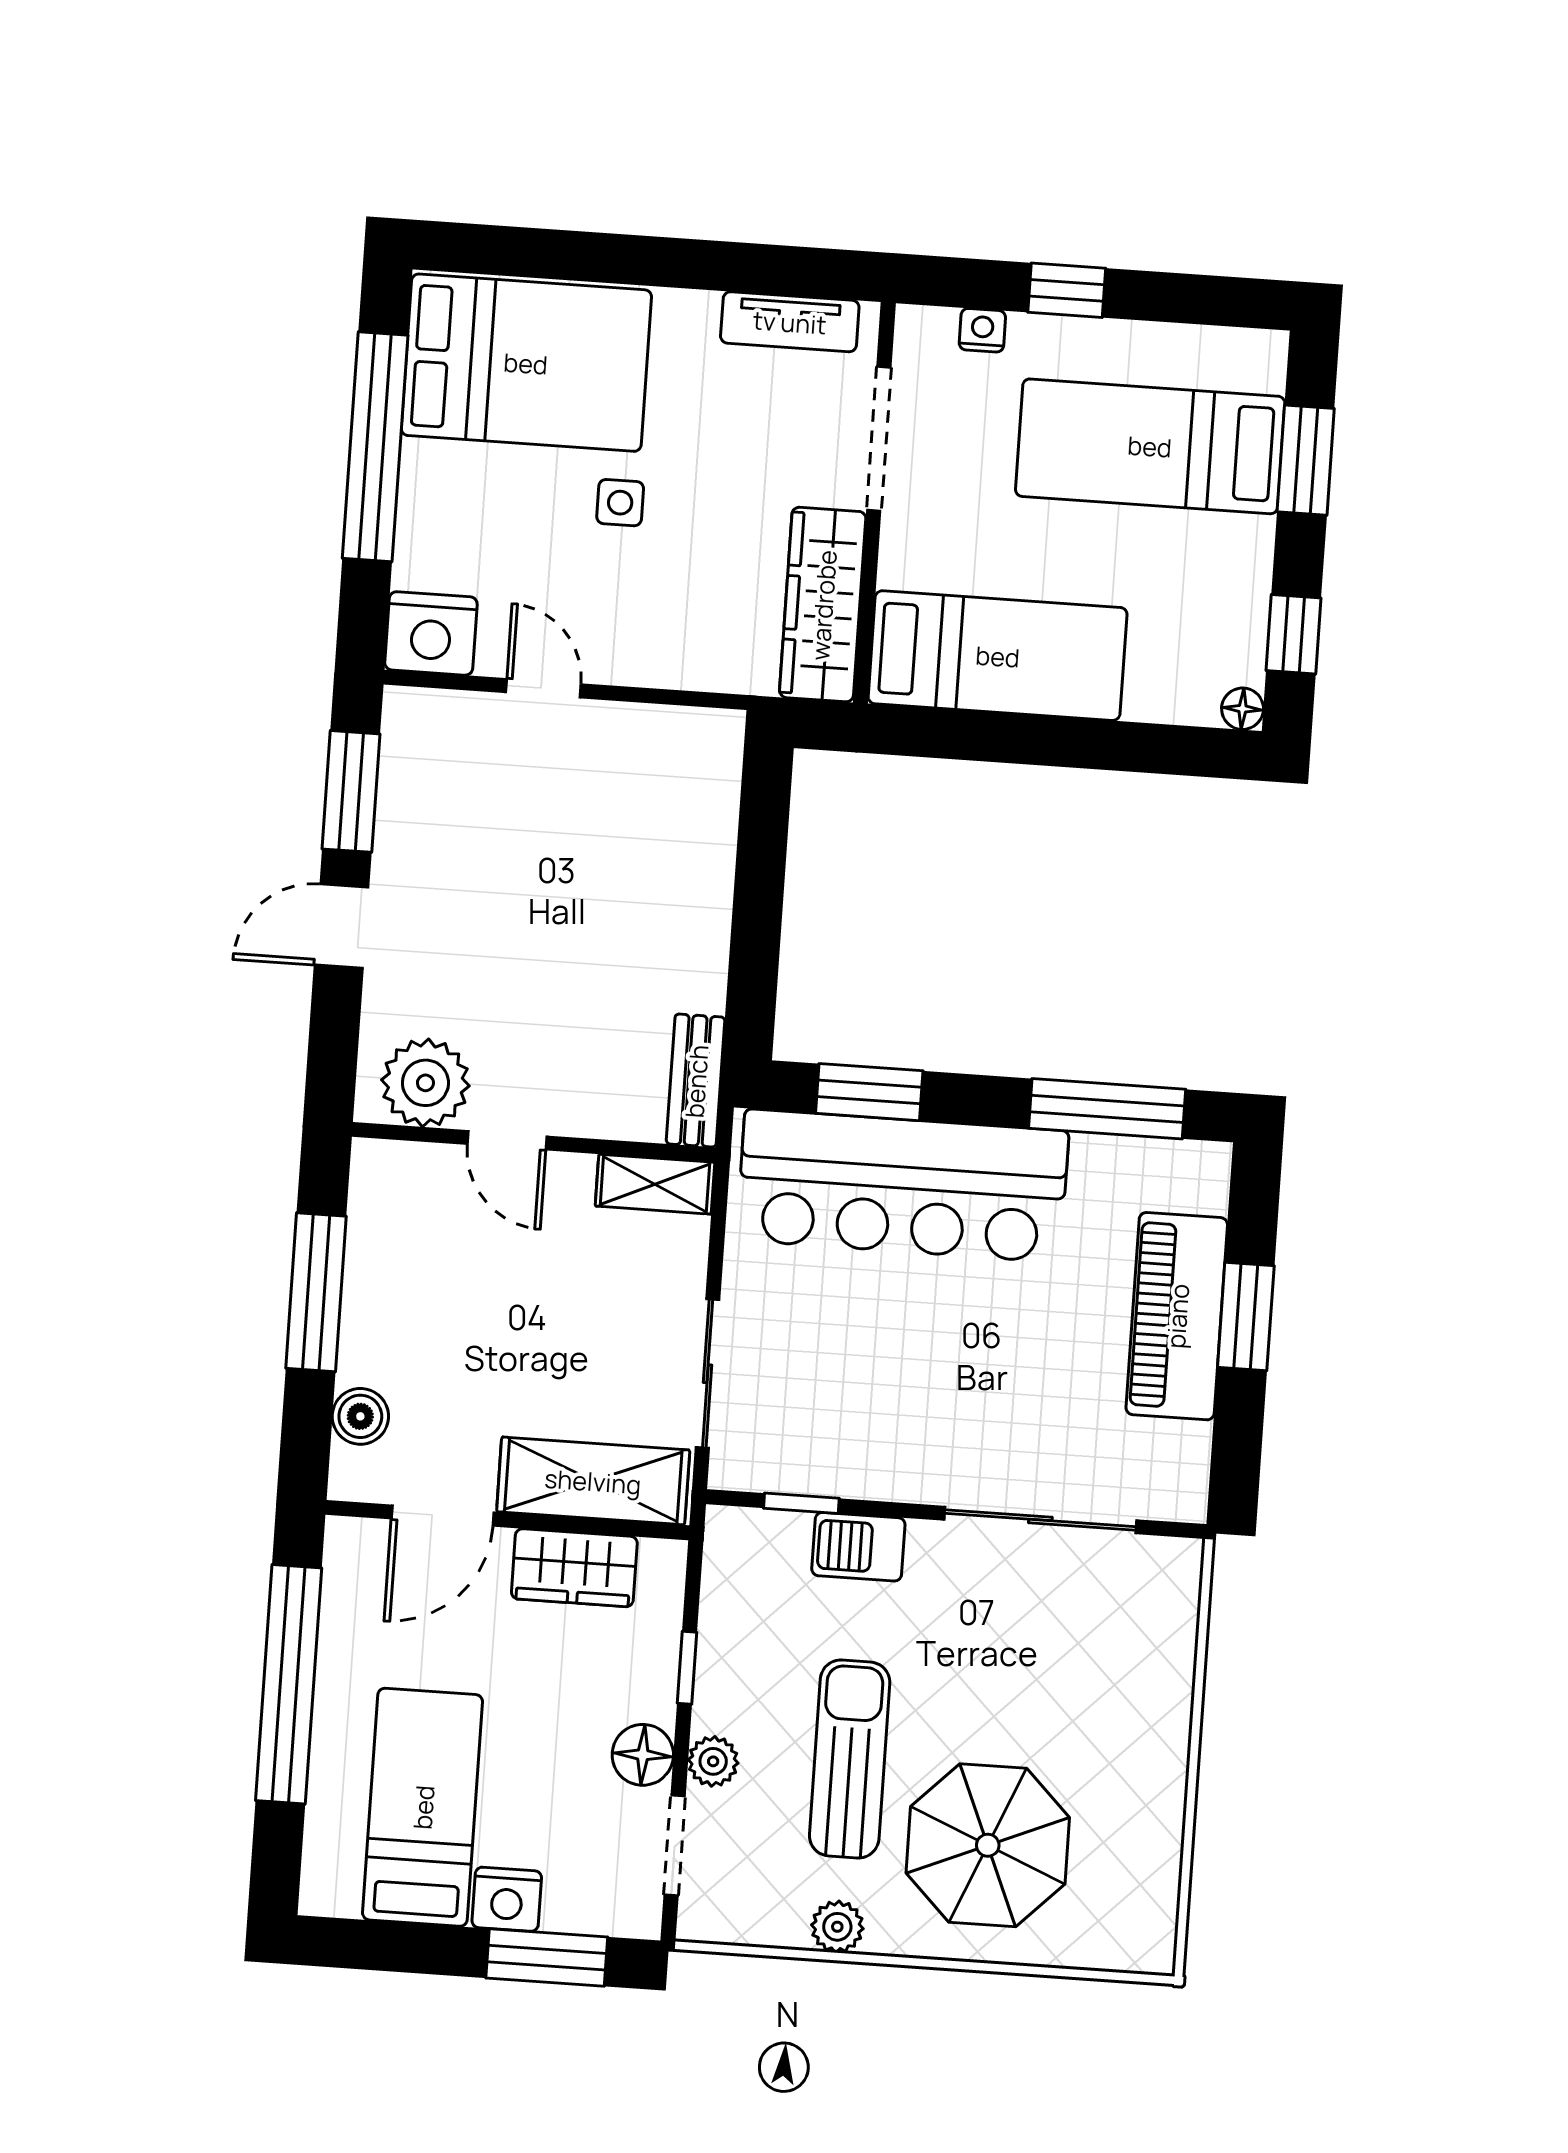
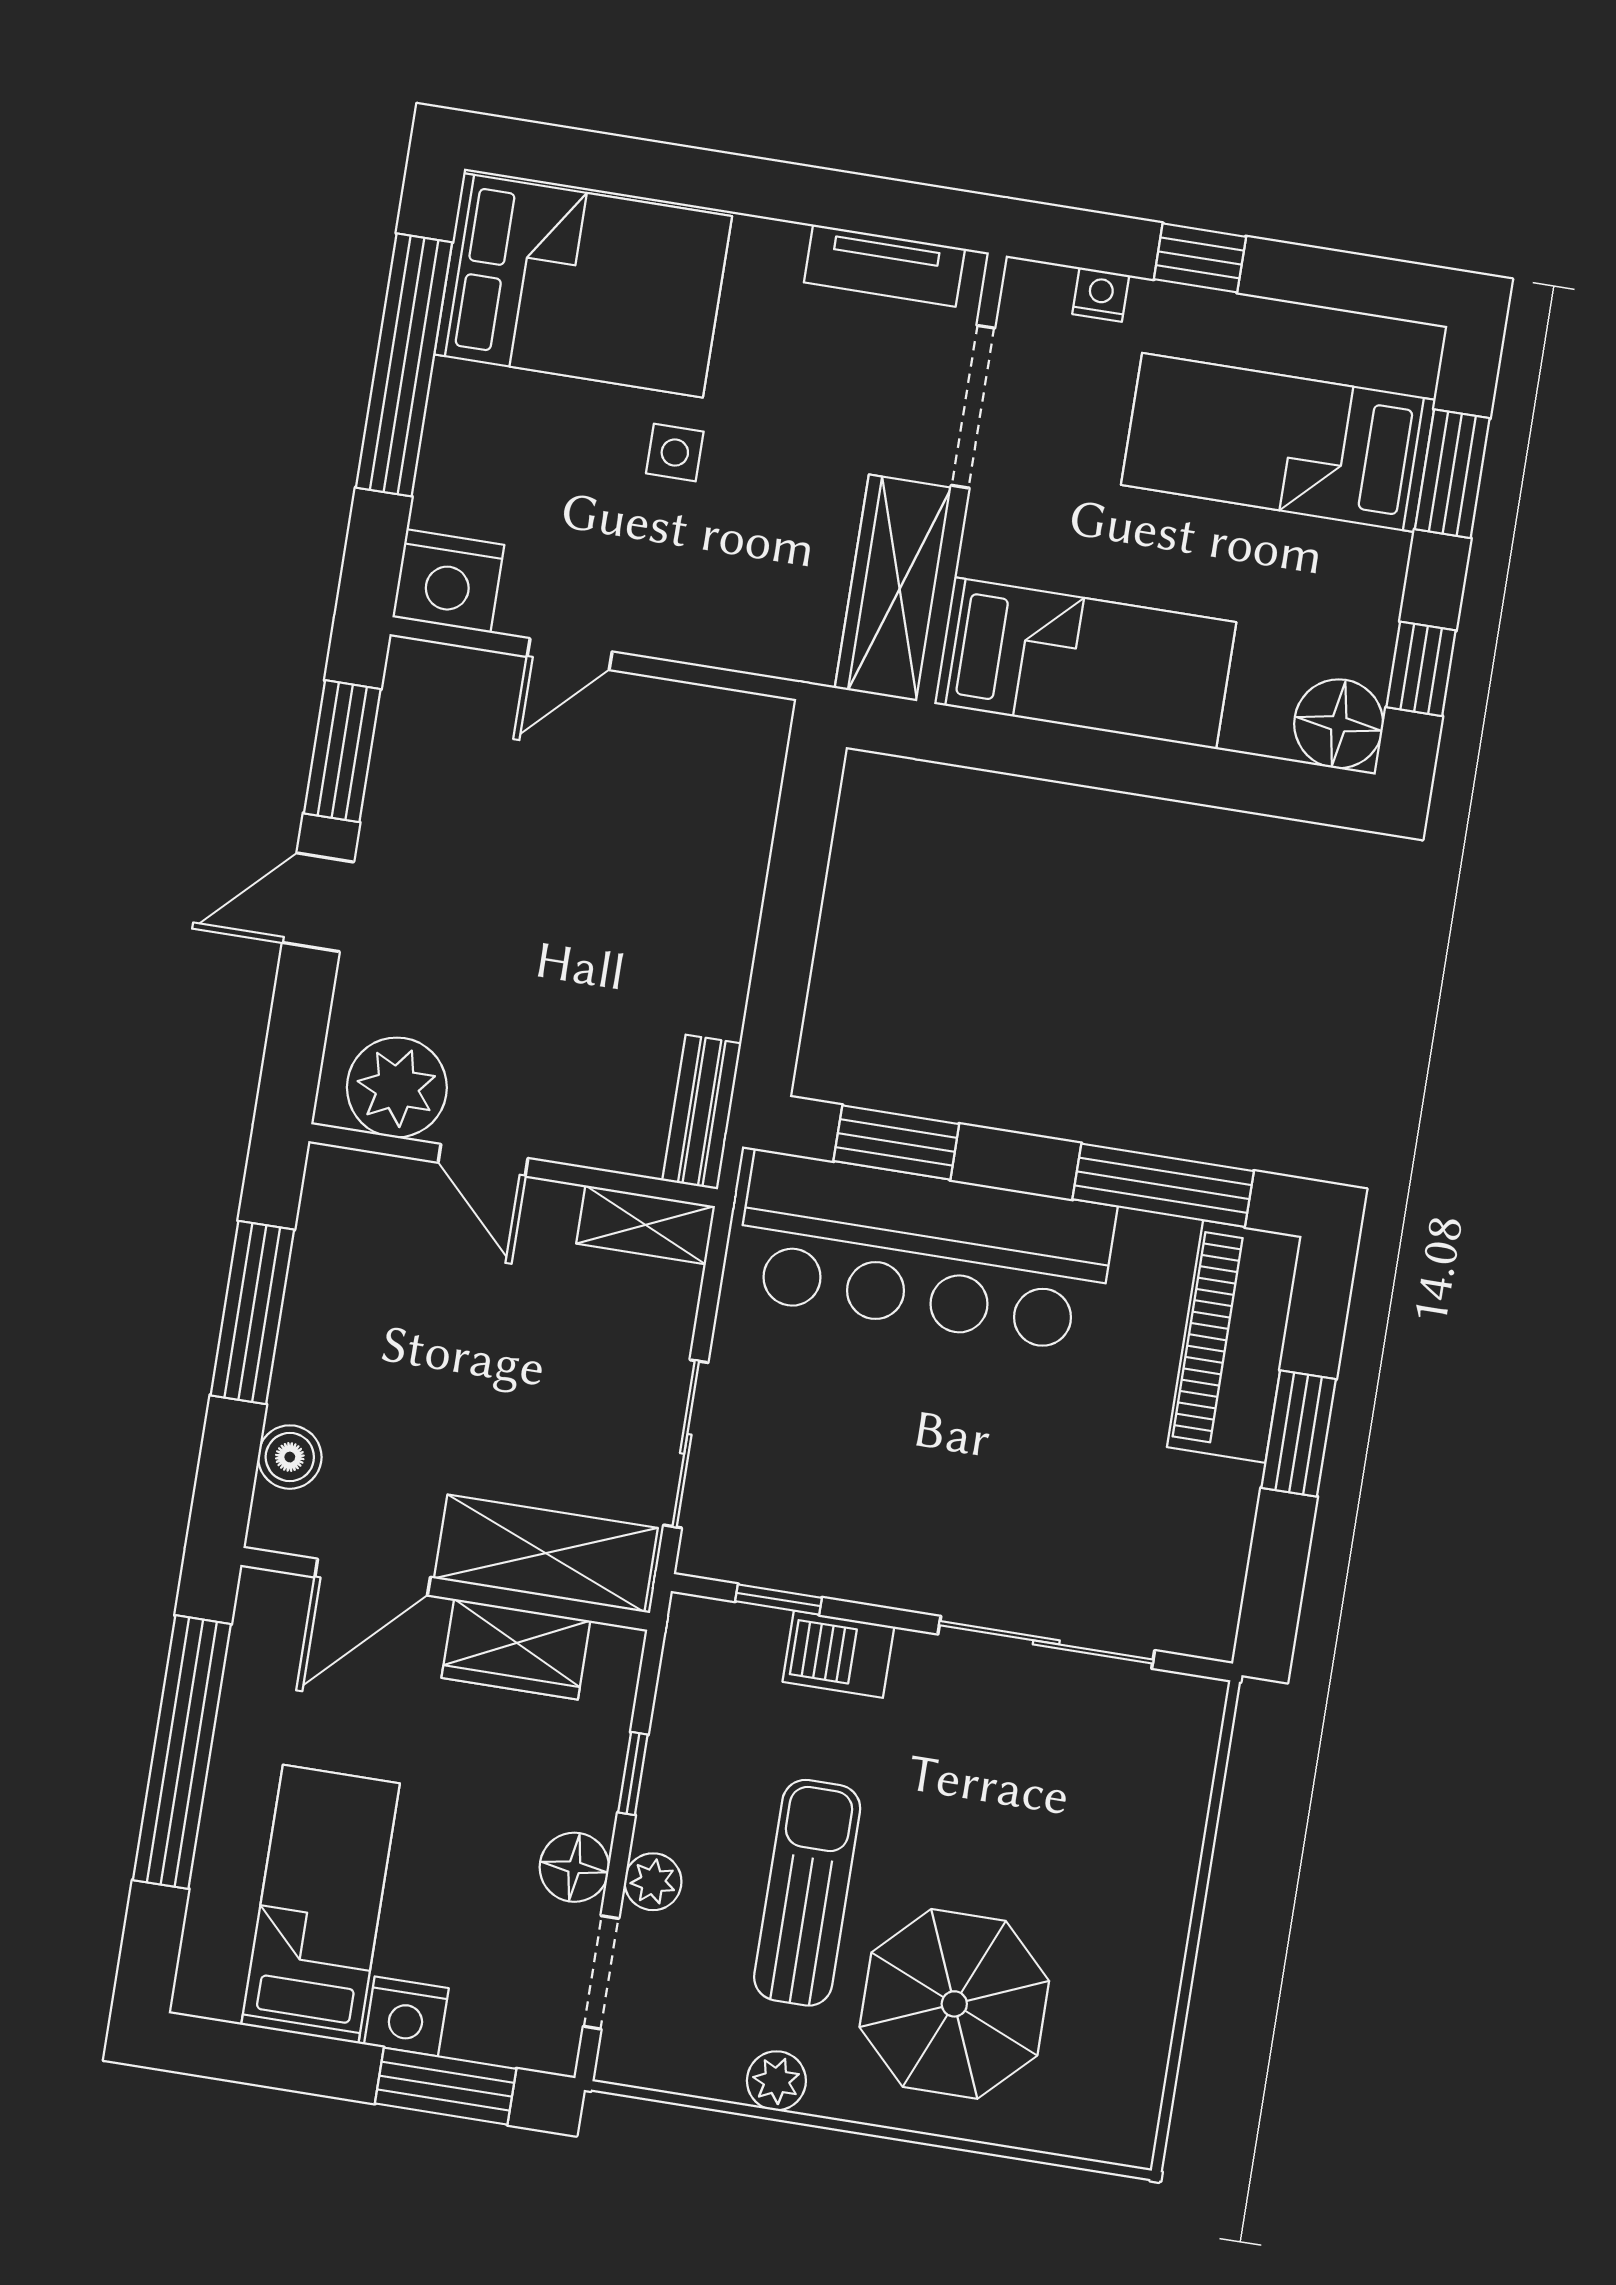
door: (543, 688) -> (570, 654), swing flipped
floor lamp: (1243, 709) -> (1339, 724), width x1.89, depth x1.89
piano: (1177, 1316) -> (1234, 1342), moved

